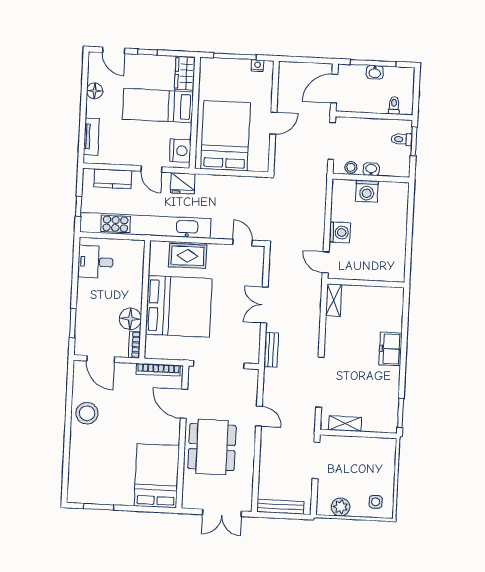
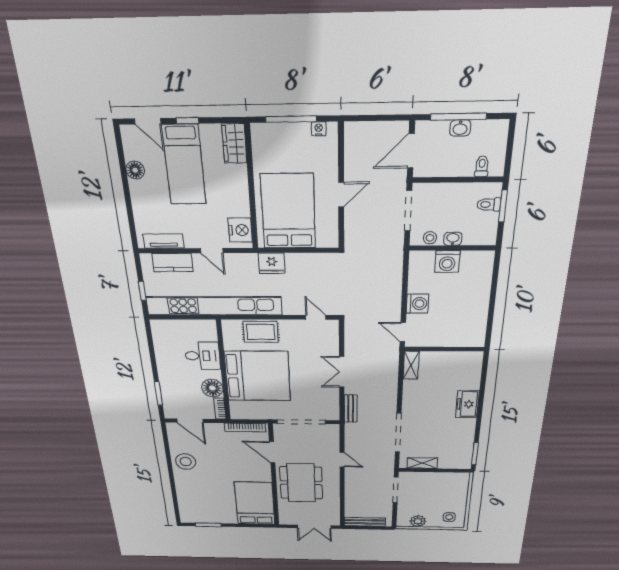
bed: (158, 106) -> (184, 165), moved, turned -90
tv unit: (91, 137) -> (163, 241), moved, turned -90
fridge: (183, 183) -> (272, 263), moved
desk: (95, 262) -> (202, 356), moved, turned 180

